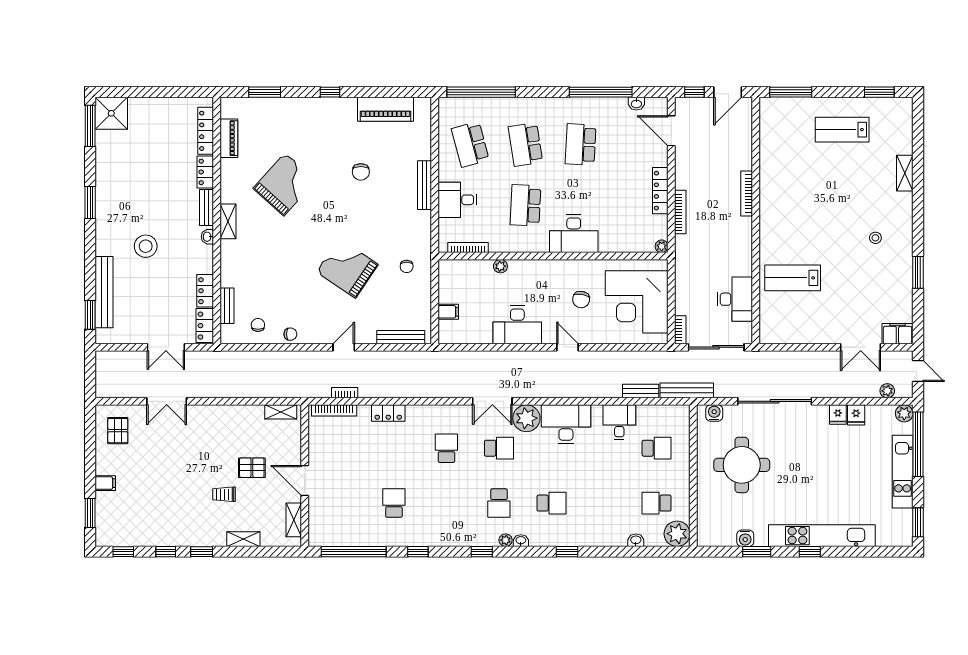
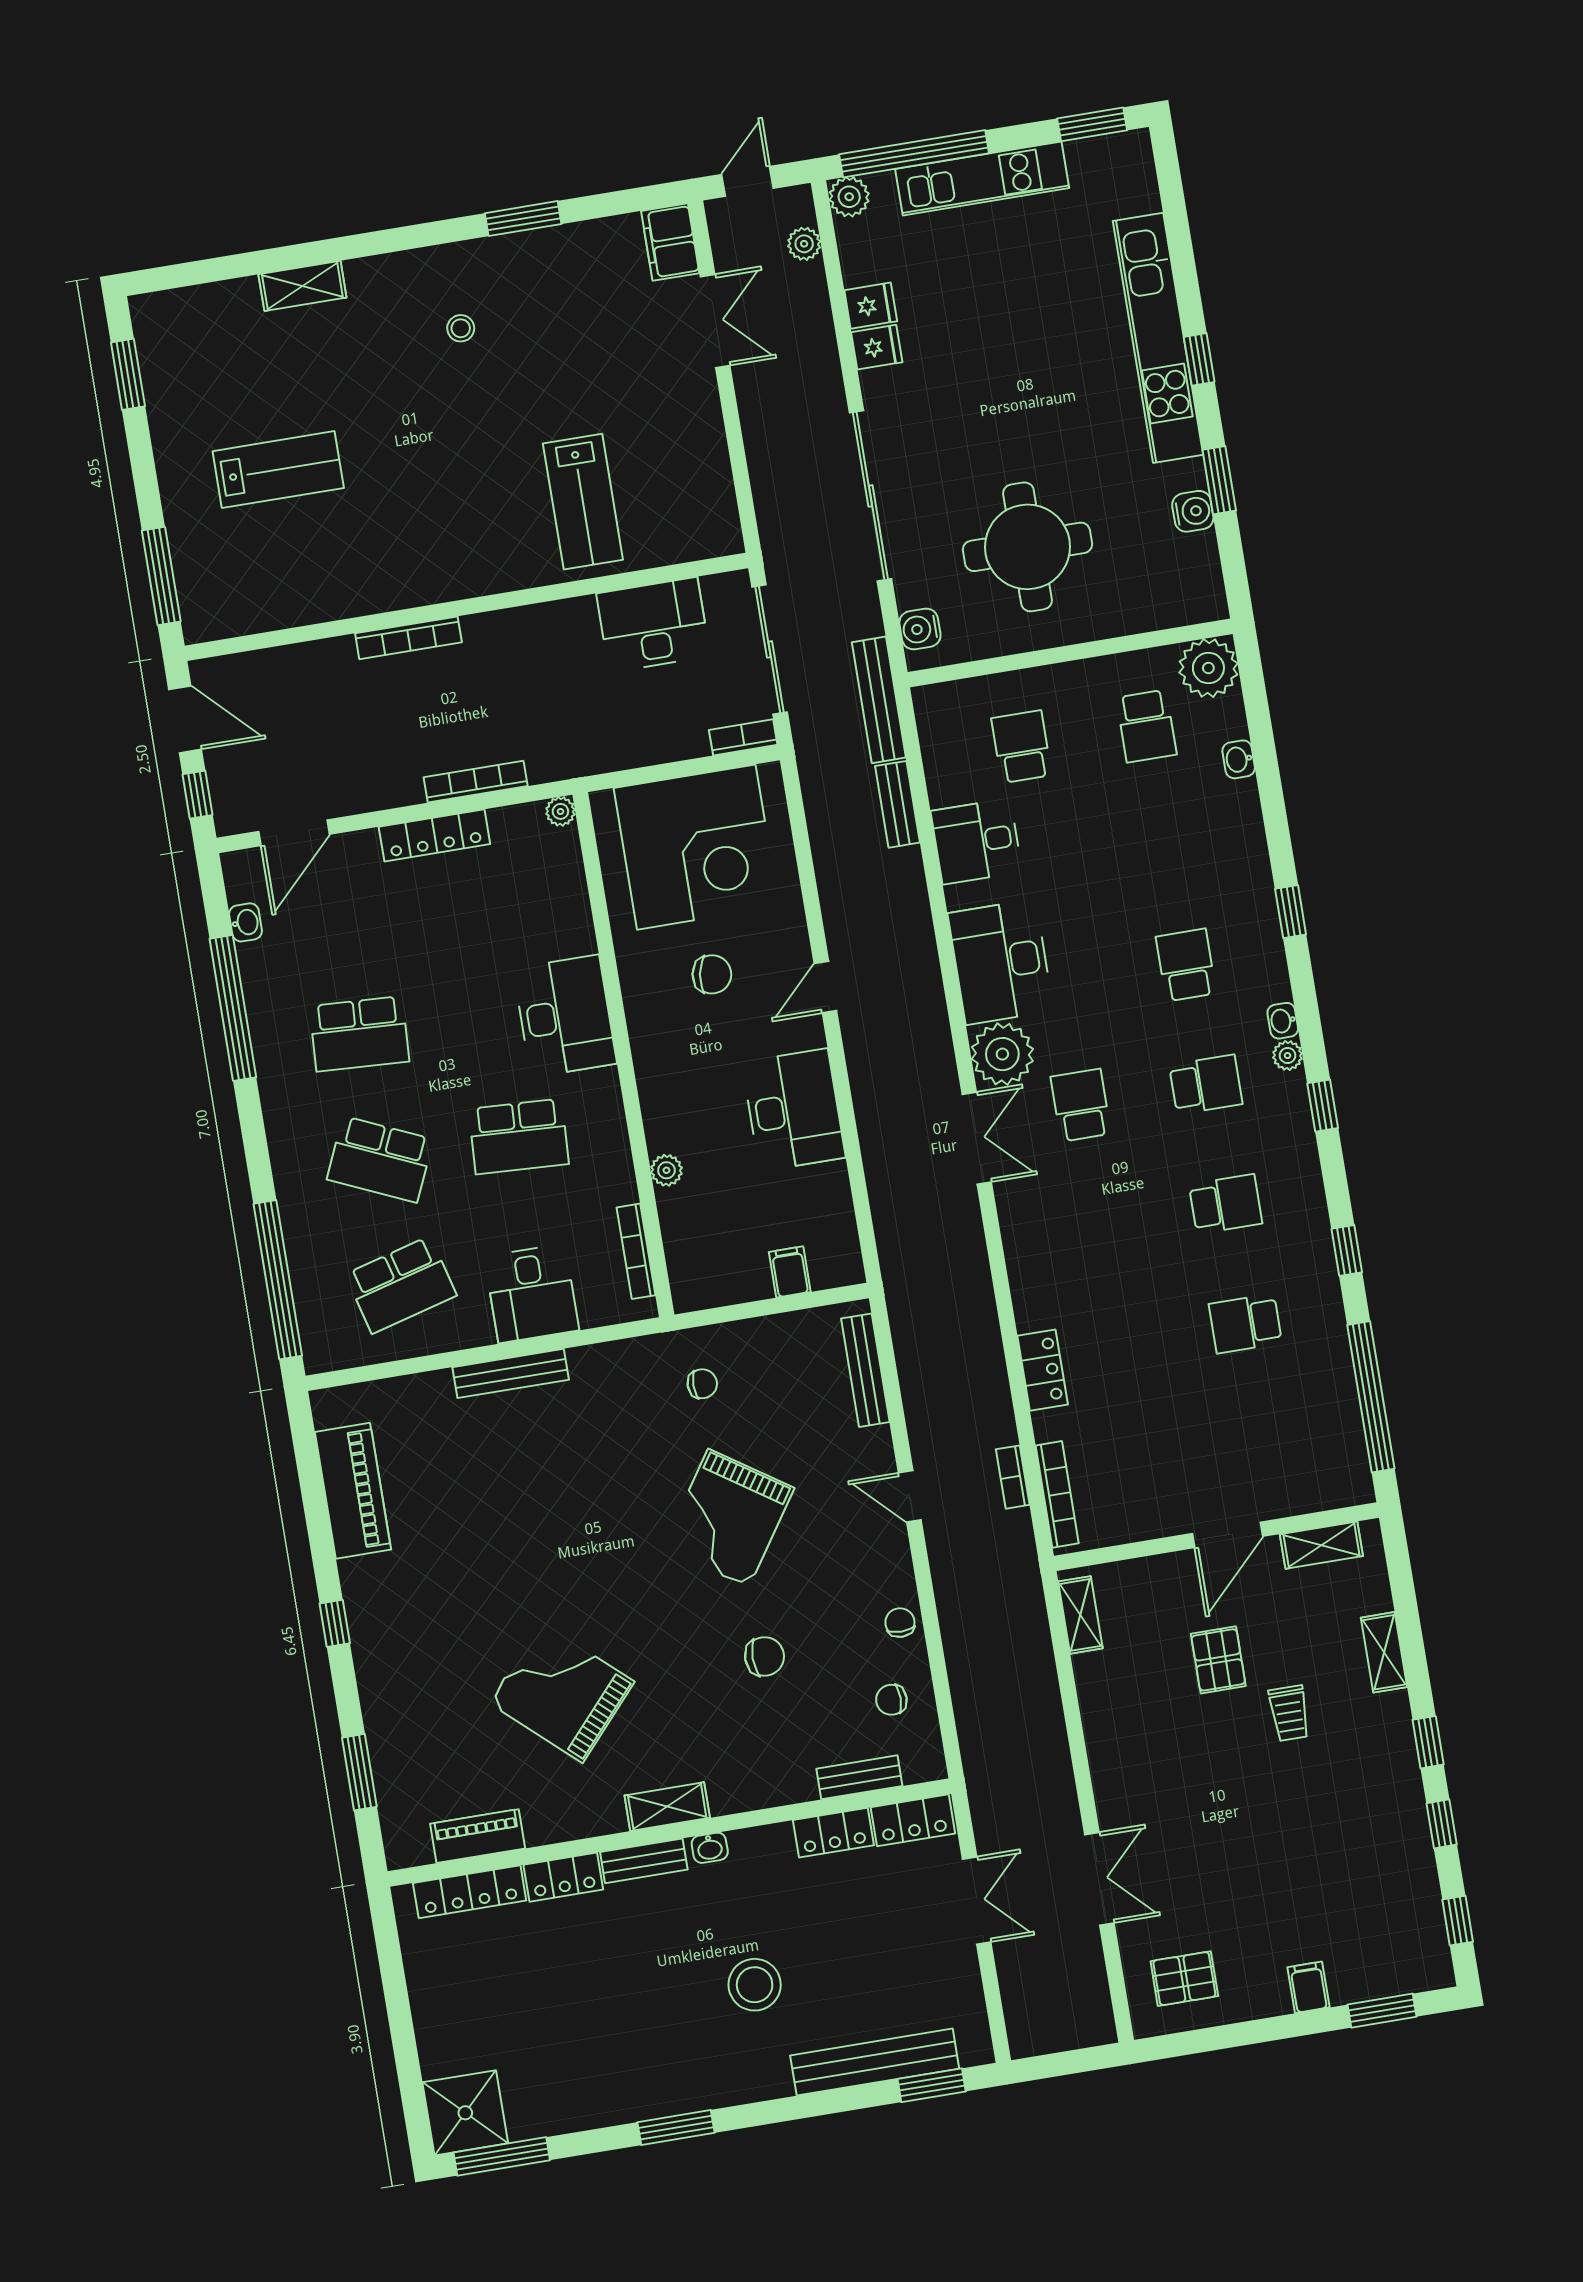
lab bench: (842, 130) -> (278, 470), moved, turned -90
school desk: (525, 144) -> (380, 1159), turned 33
chair: (361, 172) -> (765, 1656), moved
school desk: (446, 448) -> (1226, 1204), moved, turned 180

